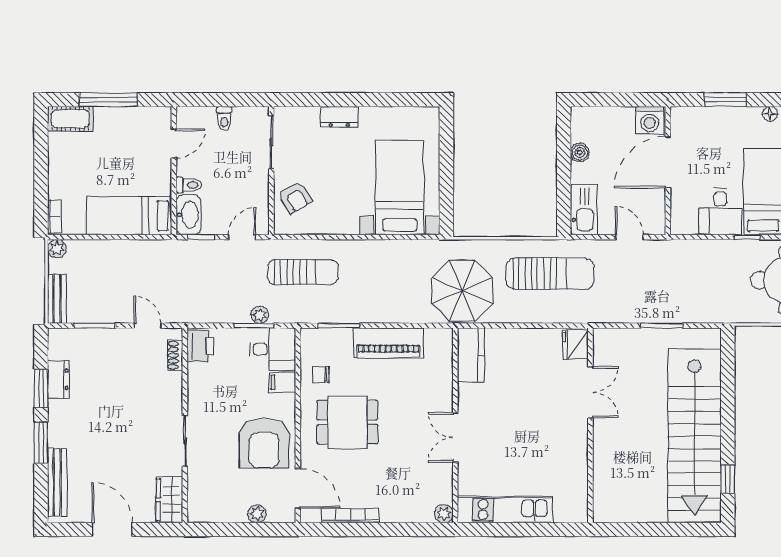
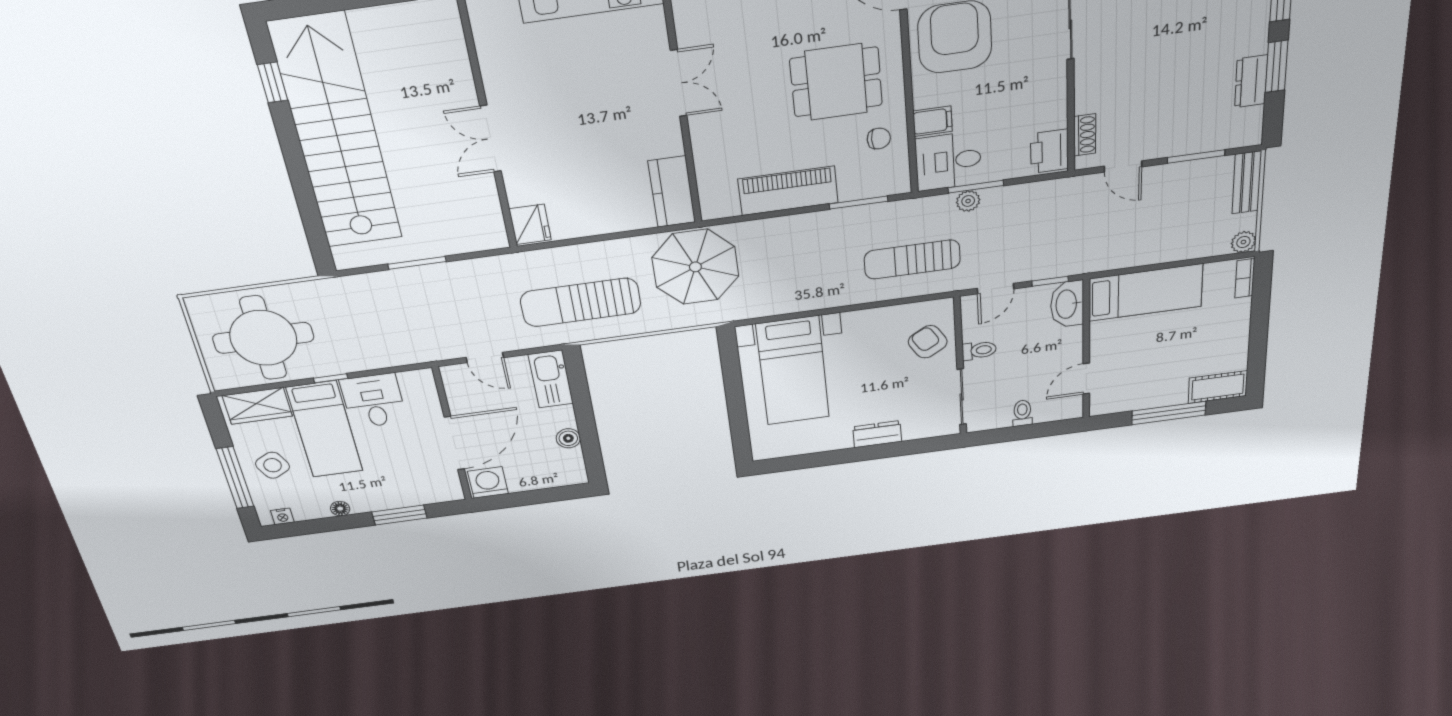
toilet: (189, 185) -> (979, 350), moved, turned 180
double door: (590, 392) -> (491, 139), moved

